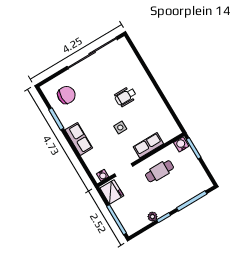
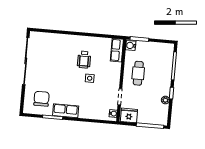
wheelchair: (126, 96) -> (84, 60), moved
row of seats: (79, 139) -> (66, 111), moved
row of seats: (148, 145) -> (117, 50), moved

